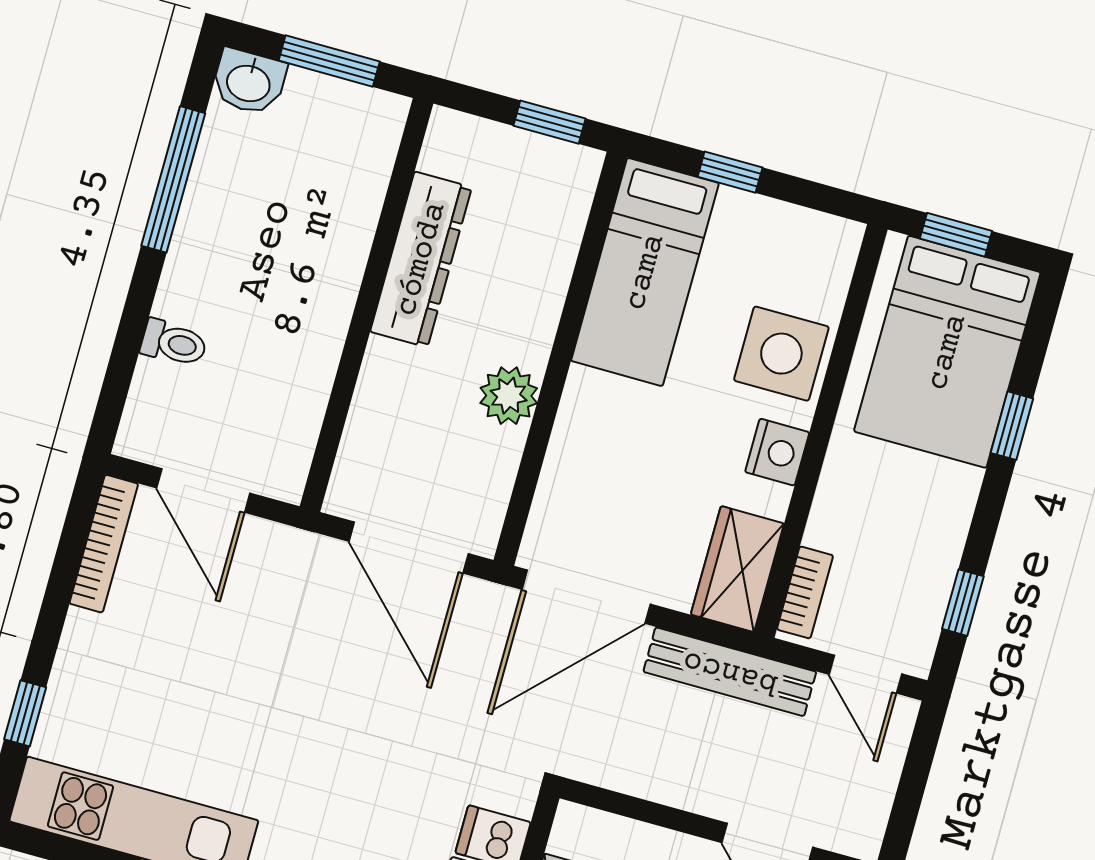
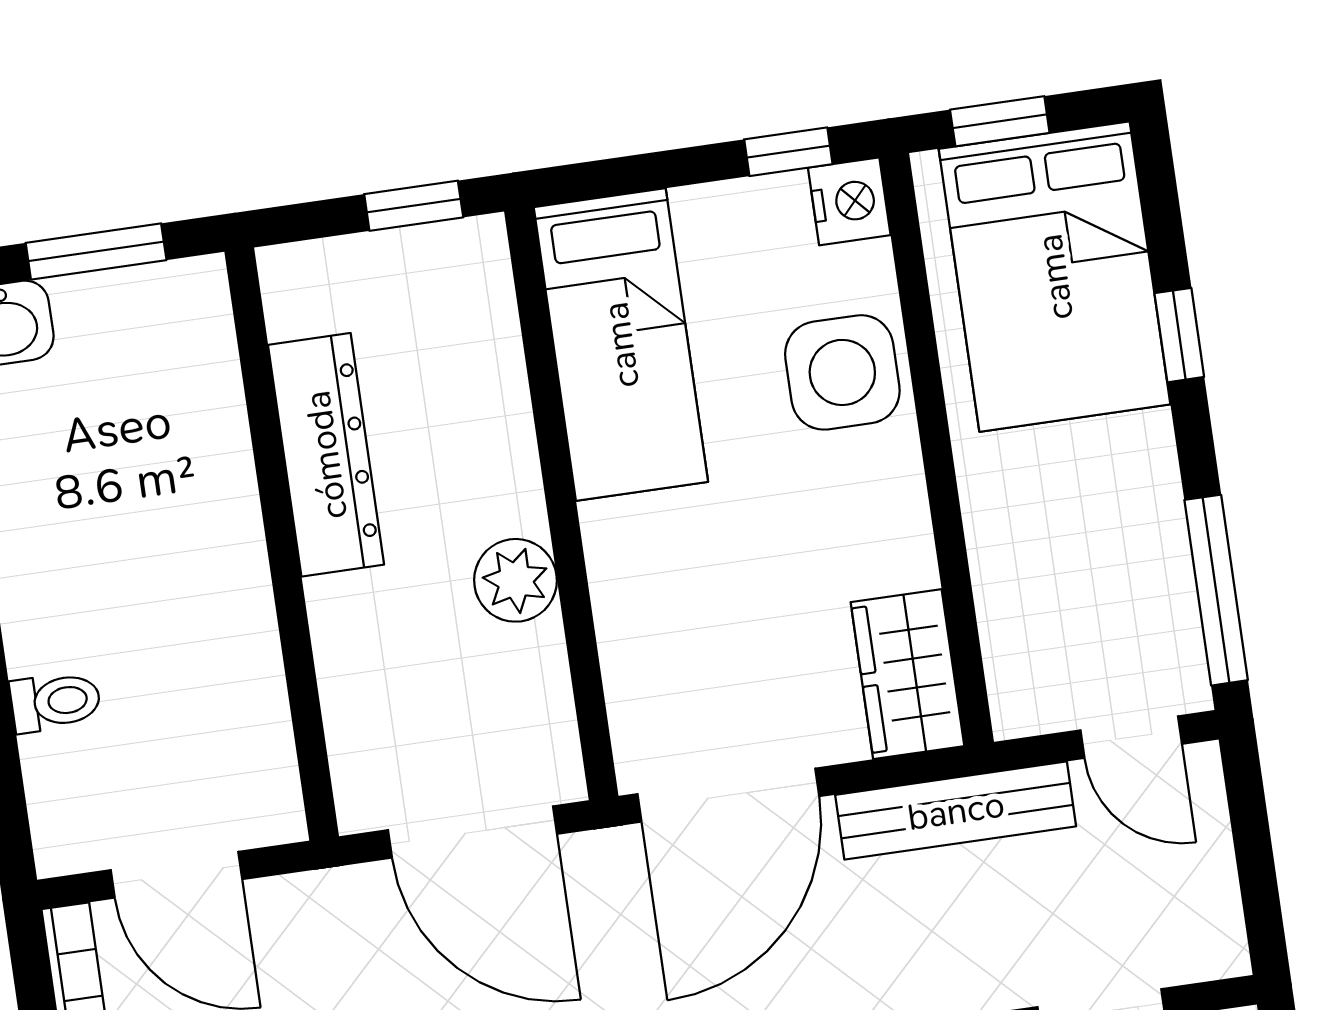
window: (730, 172) -> (788, 152), moved
nightstand: (777, 452) -> (849, 201), moved
bookcase: (805, 592) -> (1007, 666), removed
window: (963, 603) -> (1216, 590), width x2.17

